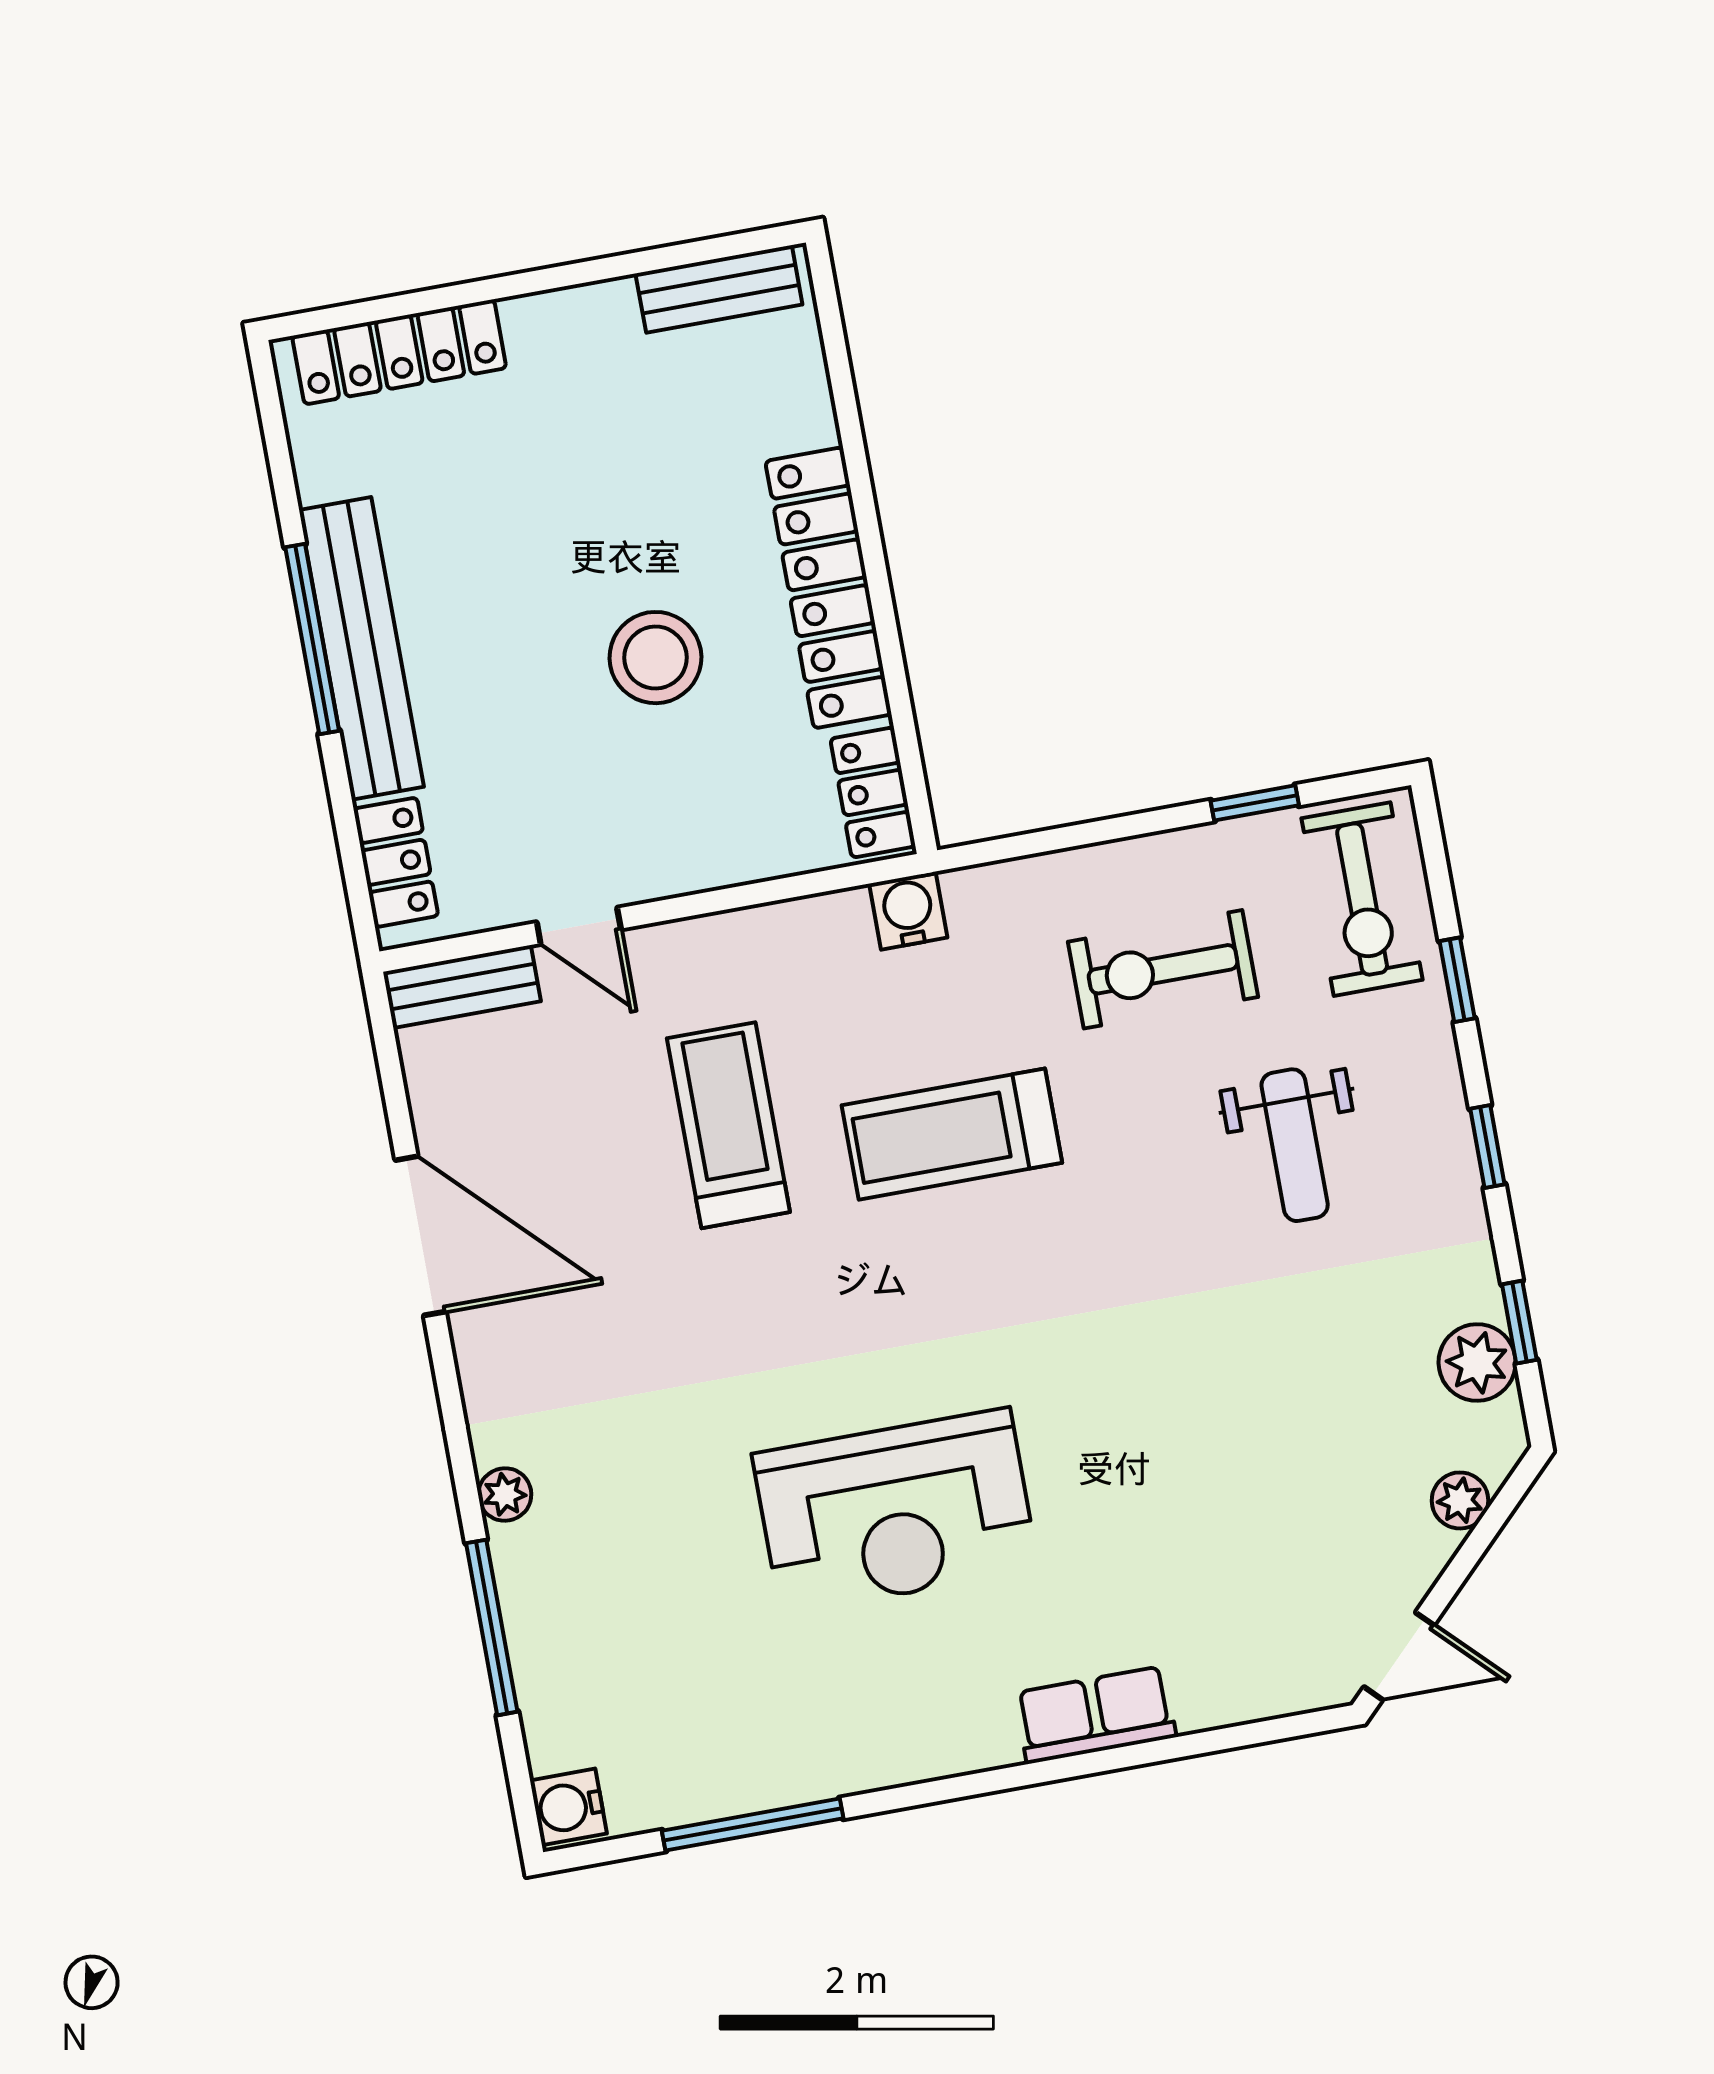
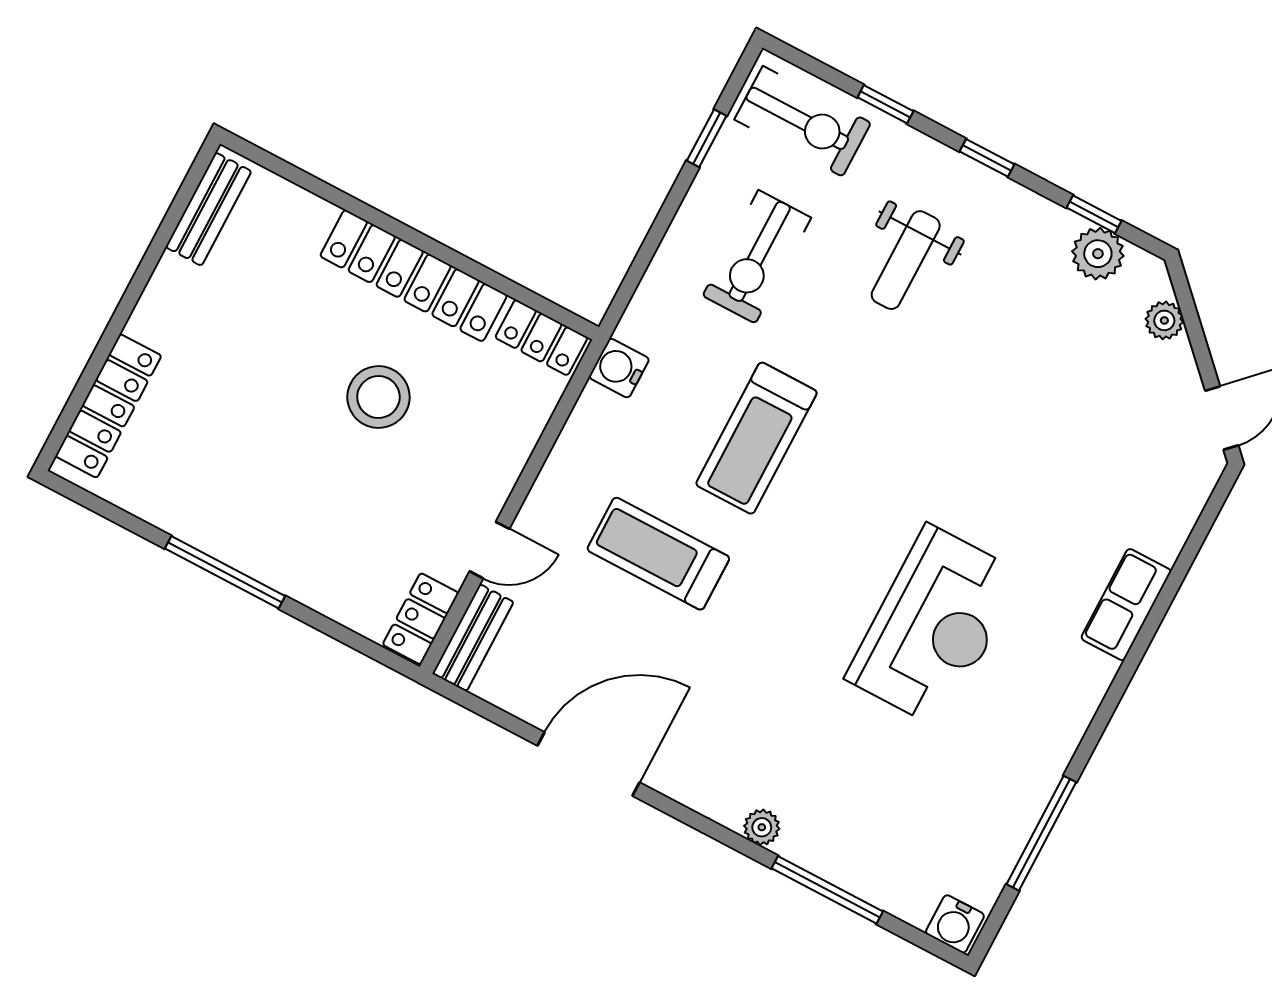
bench: (362, 648) -> (251, 550), removed
locker: (396, 862) -> (421, 619), moved, turned -90
weight bench: (1295, 1145) -> (906, 260), turned 90

